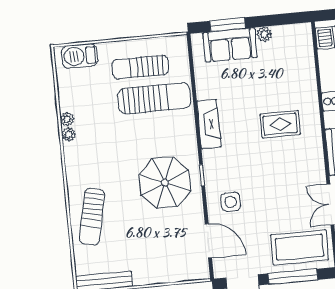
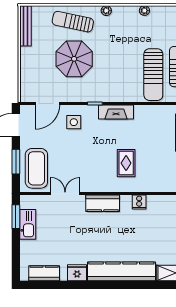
fireplace: (209, 124) -> (116, 112), moved
plant: (69, 134) -> (106, 11), moved
parasol: (165, 183) -> (74, 59), moved
window: (293, 277) -> (16, 162), width x0.69

